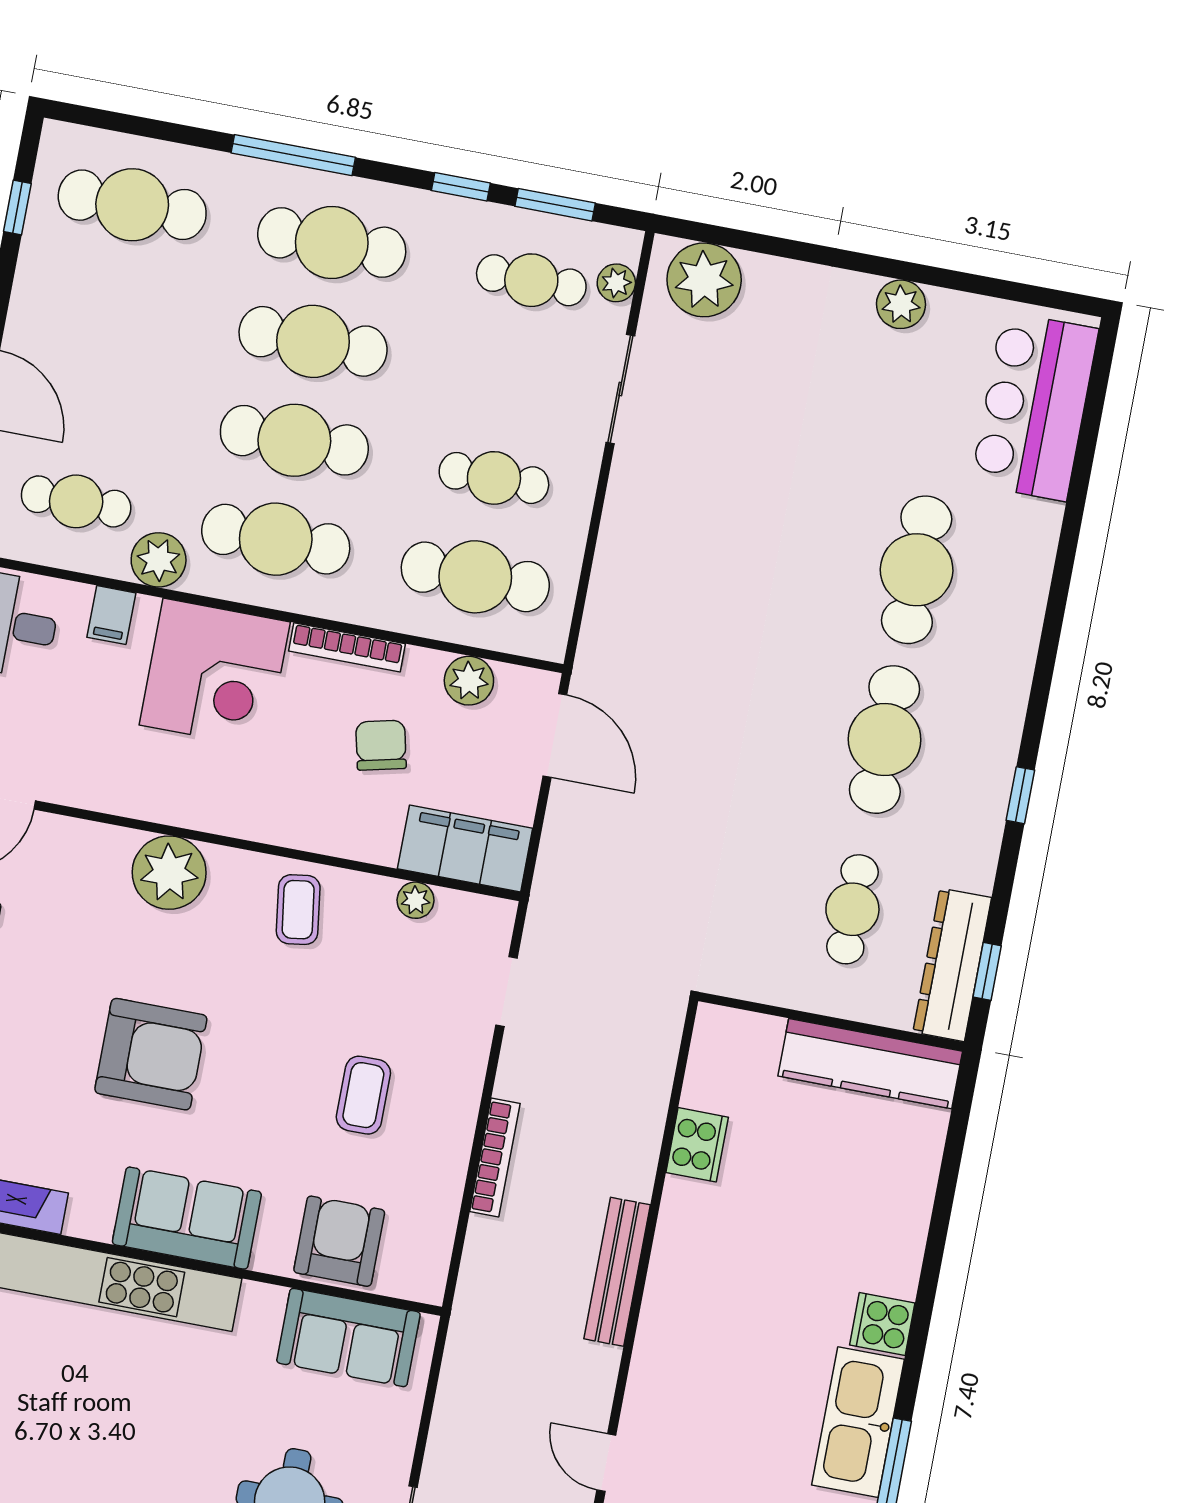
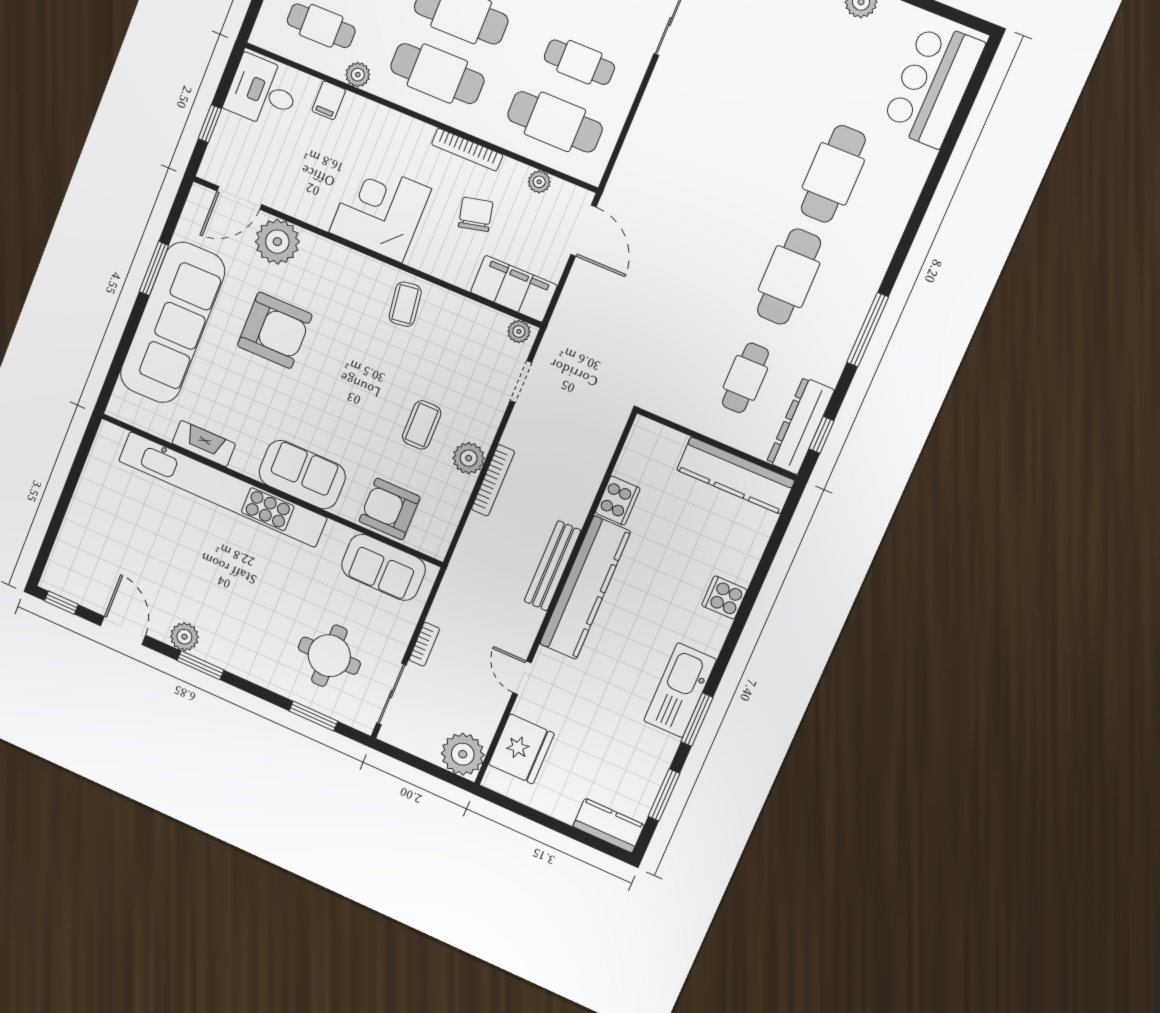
plant: (159, 560) -> (358, 75), width x0.73, depth x0.73
corner desk: (215, 673) -> (380, 211), moved, turned 180
plant: (469, 681) -> (539, 182), width x0.73, depth x0.73
window: (1020, 795) -> (868, 330), width x2.17
plant: (169, 873) -> (277, 242), moved
plant: (416, 900) -> (519, 332), moved
armchair: (151, 1054) -> (275, 330), moved
plant: (449, 1131) -> (469, 458), added
armchair: (339, 1241) -> (390, 509), turned -90
kitchen counter: (675, 1295) -> (585, 588), added
cooker: (882, 1324) -> (724, 597), moved
bookcase: (439, 1446) -> (424, 644), added

